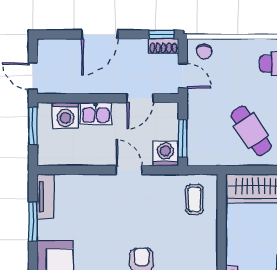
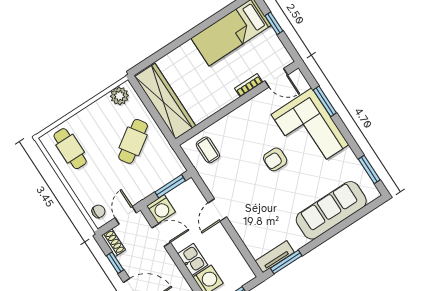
window: (161, 35) -> (115, 263), moved
washing machine: (165, 153) -> (161, 209), moved, turned -90
coffee table: (194, 199) -> (208, 150), turned 90
window: (33, 222) -> (286, 262), moved

